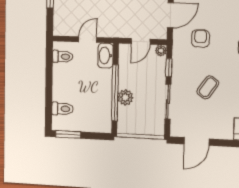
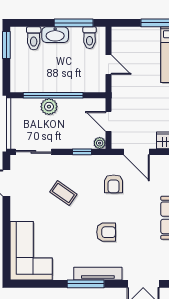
armchair: (200, 38) -> (114, 184), turned 90
washbasin: (105, 56) -> (55, 35), moved, turned 180
window: (49, 71) -> (74, 23), added
sliding door: (168, 102) -> (33, 152), moved

